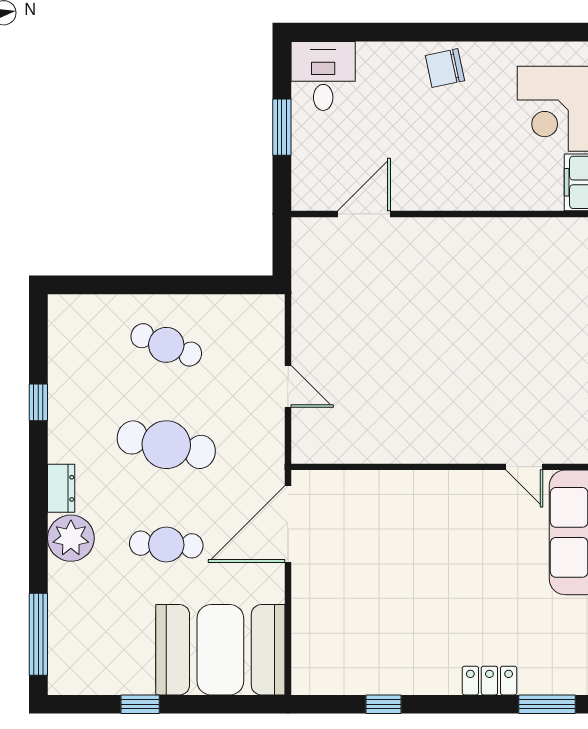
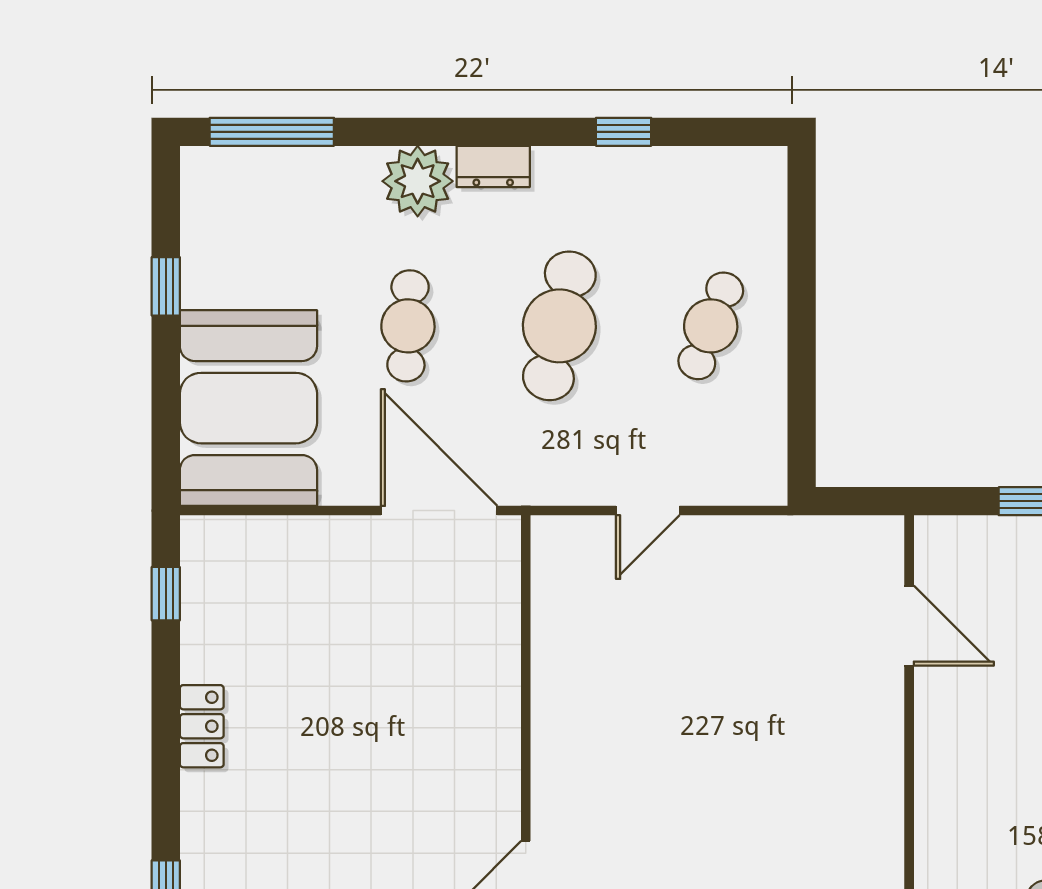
locker: (489, 681) -> (202, 726), moved
window: (383, 704) -> (166, 594), moved

